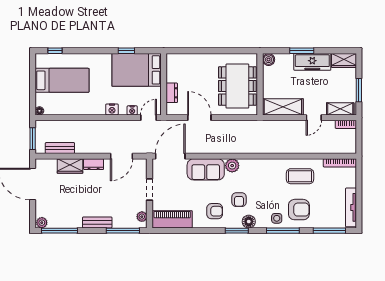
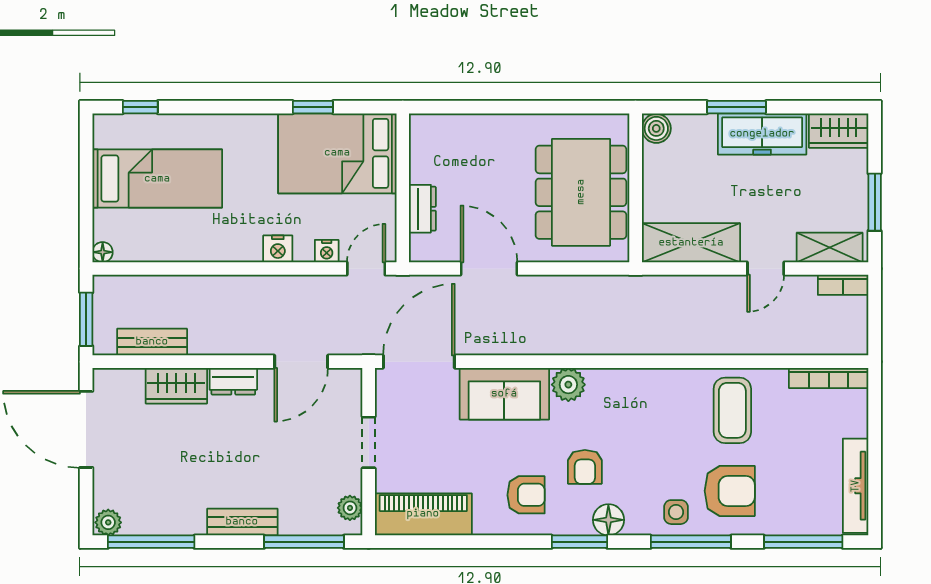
coffee table: (300, 176) -> (732, 410), turned 90

